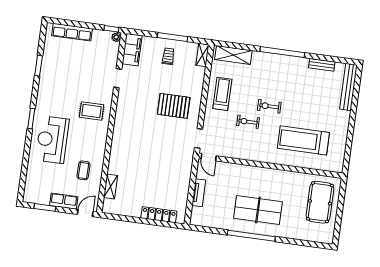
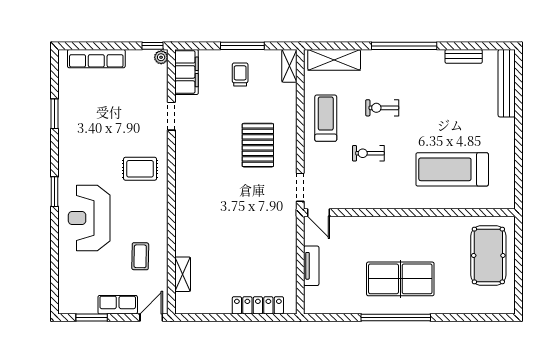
pallet: (174, 106) -> (258, 145), turned 90
exercise bike: (269, 106) -> (382, 108), moved

